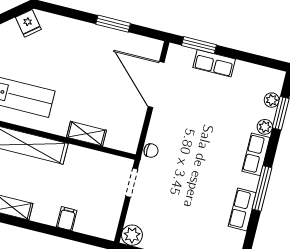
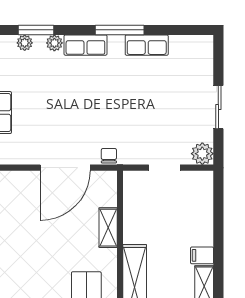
door: (156, 84) -> (65, 168), moved
doorway: (132, 183) -> (164, 168), moved
filing cabinet: (67, 219) -> (202, 255), moved

